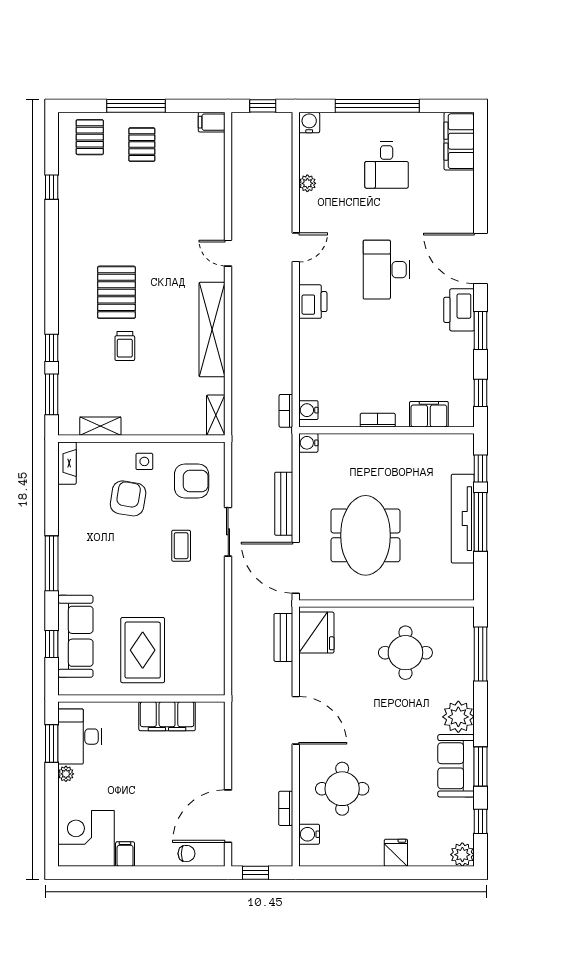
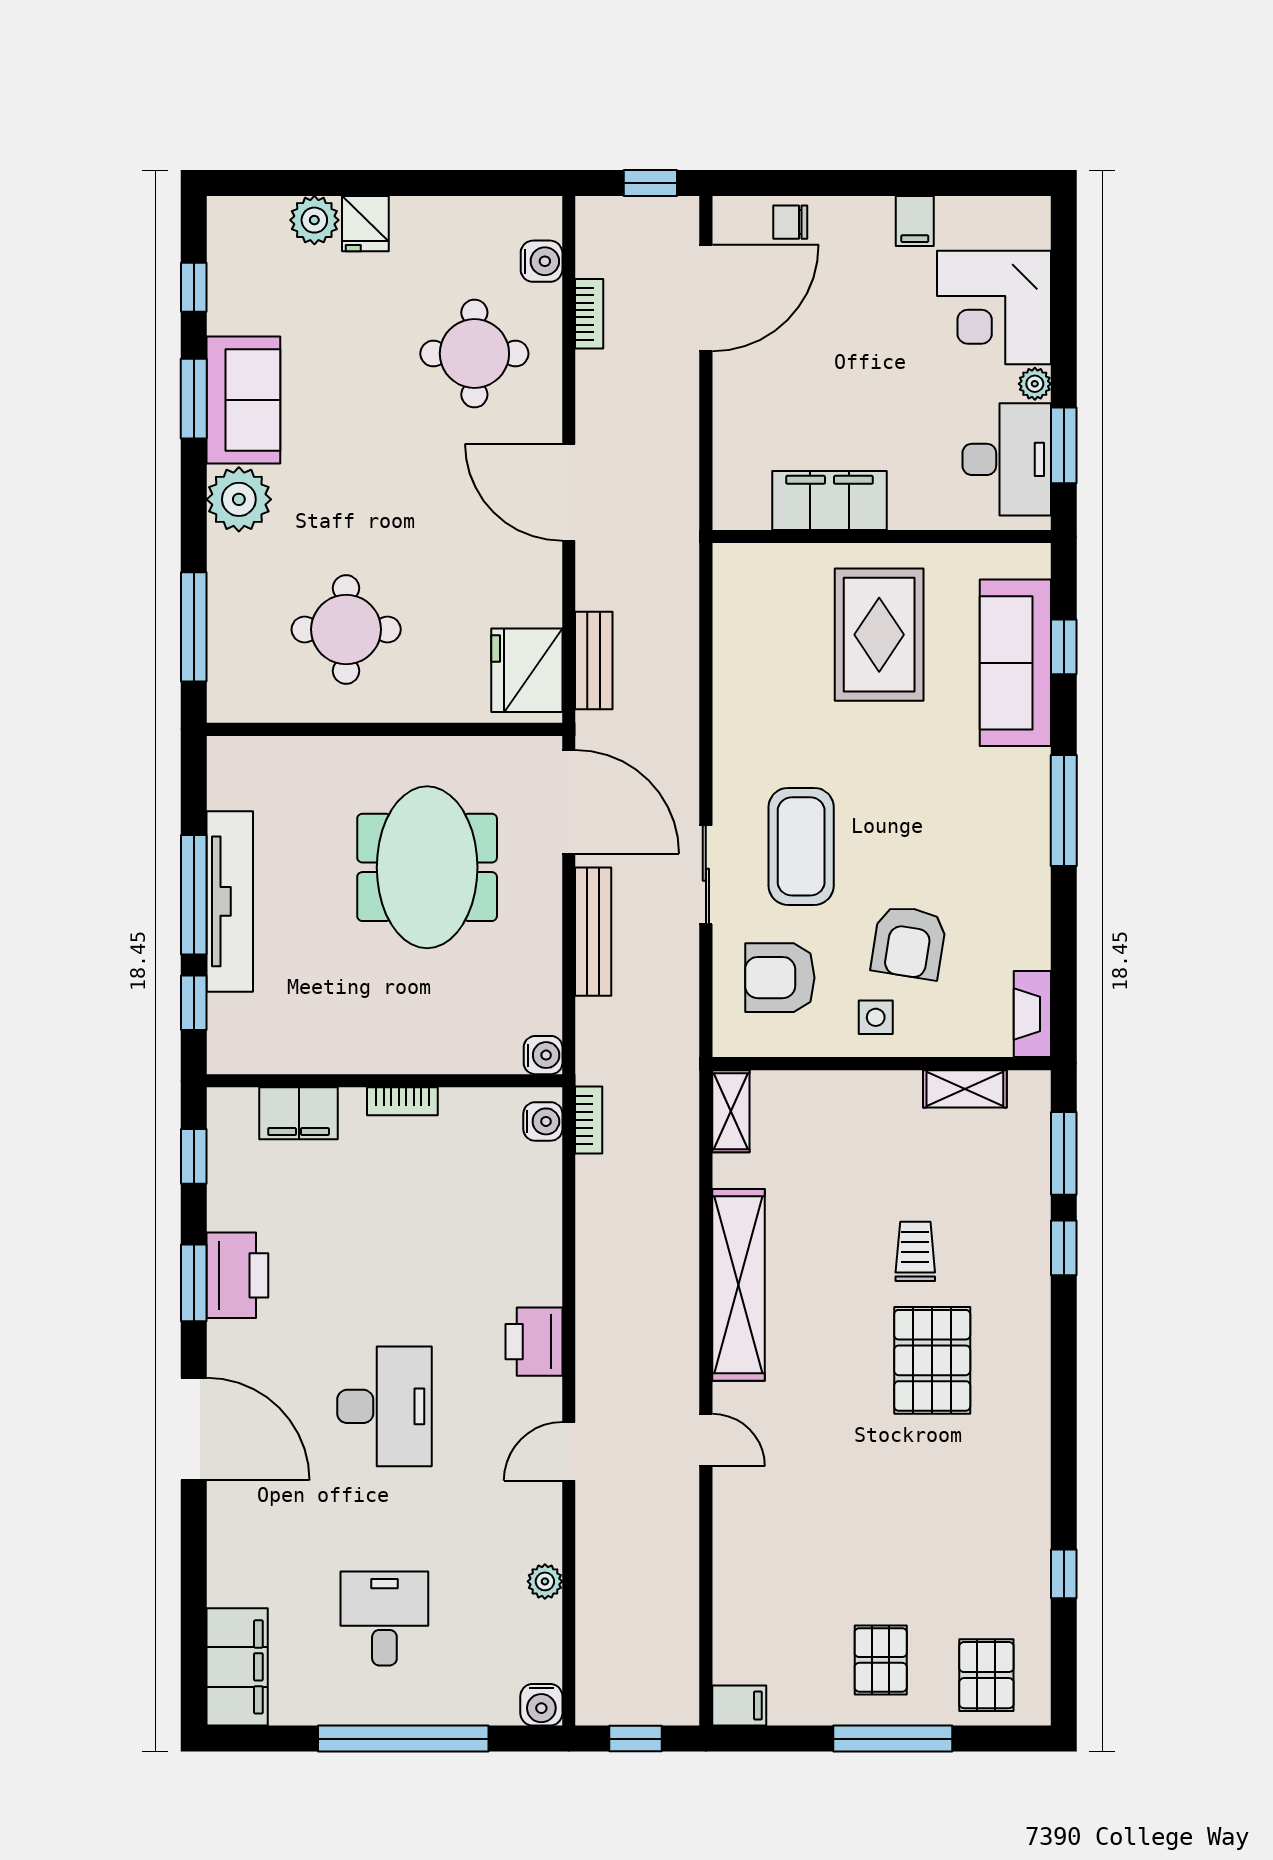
printer: (459, 310) -> (237, 1275), moved
coffee table: (181, 546) -> (801, 846), width x1.86, depth x1.72
corner desk: (86, 838) -> (994, 307), moved, turned 90
plant: (462, 855) -> (314, 220), moved

